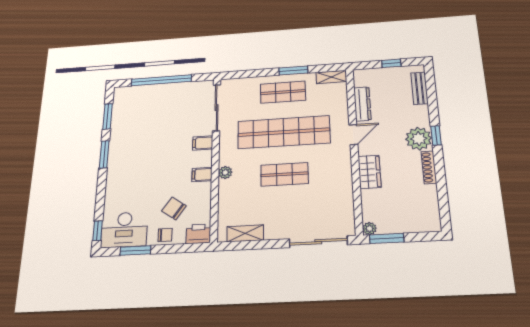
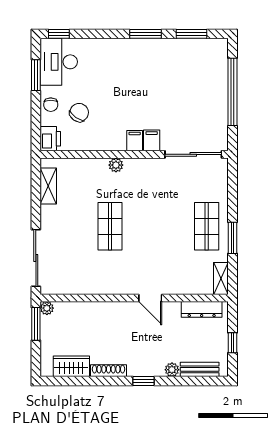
dresser: (362, 104) -> (202, 309), moved
shop shelf: (284, 132) -> (158, 226), removed
plant: (419, 139) -> (172, 370), moved, width x0.53, depth x0.53
wardrobe: (369, 172) -> (71, 366), moved, turned 180
filing cabinet: (202, 175) -> (135, 141), moved

